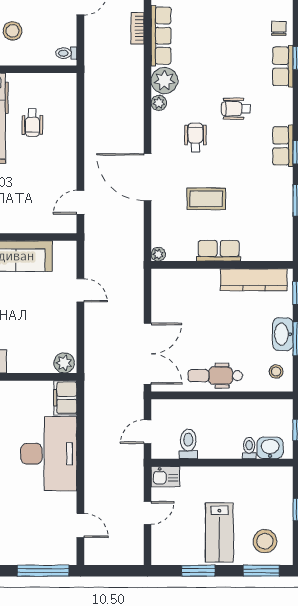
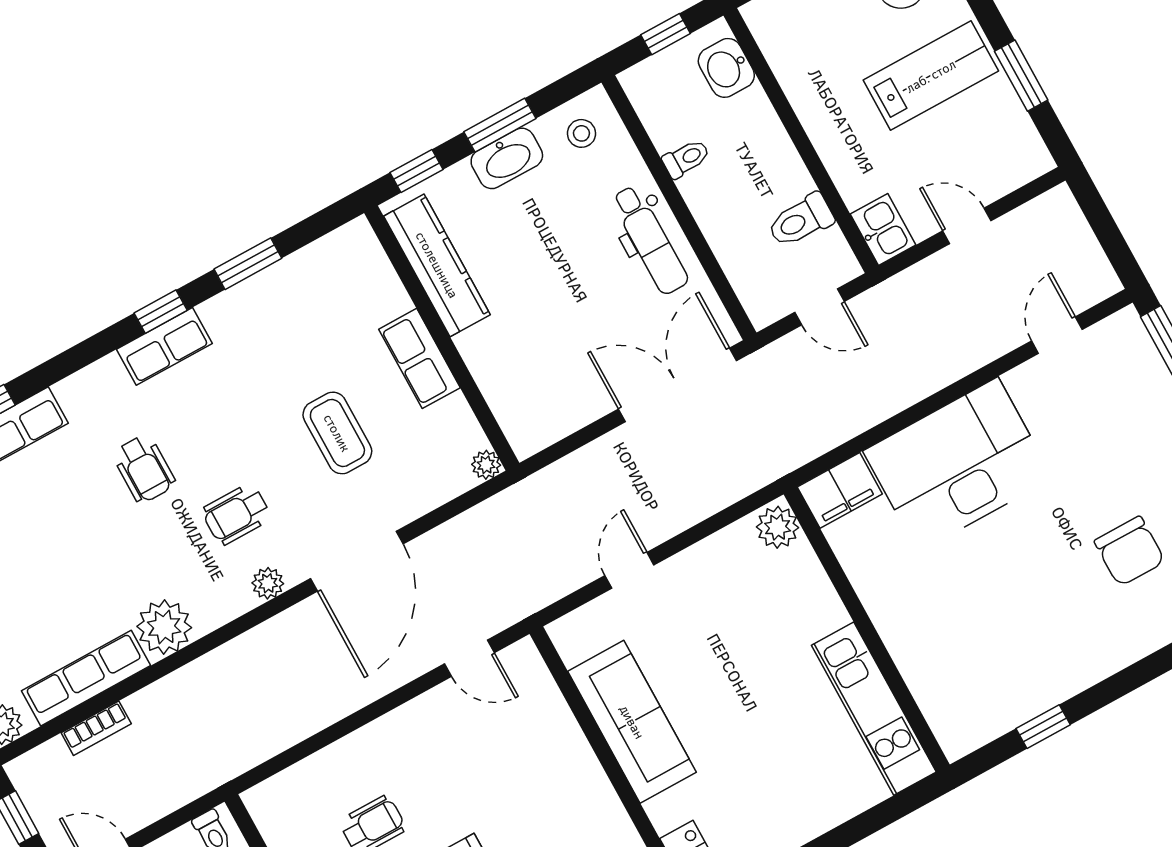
plant: (159, 103) -> (268, 583), moved
toilet: (249, 448) -> (686, 158), moved, turned 180

